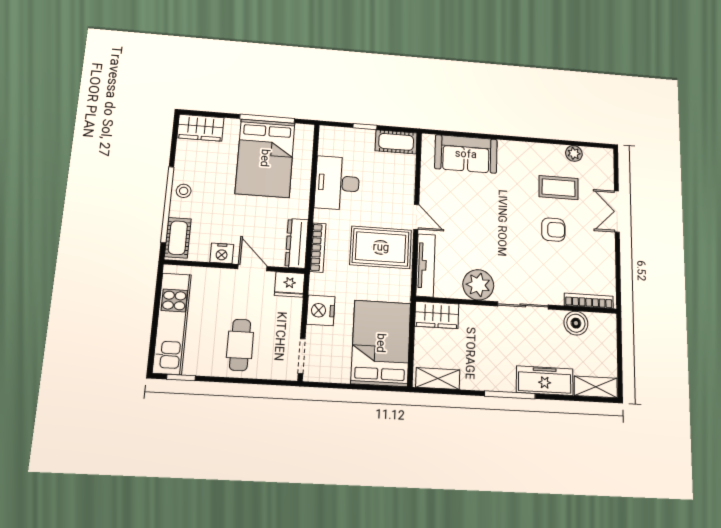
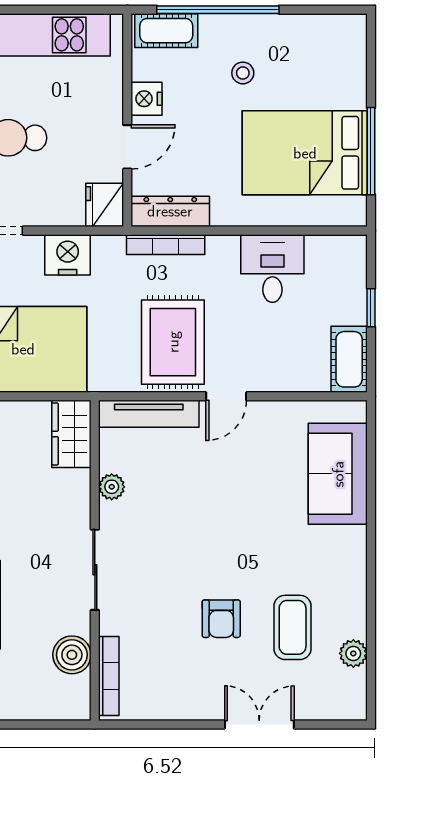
wardrobe: (201, 128) -> (347, 48), removed
desk: (337, 183) -> (272, 269), width x0.73
stool: (184, 191) -> (243, 73), moved
plant: (478, 285) -> (112, 487), width x0.53, depth x0.53

